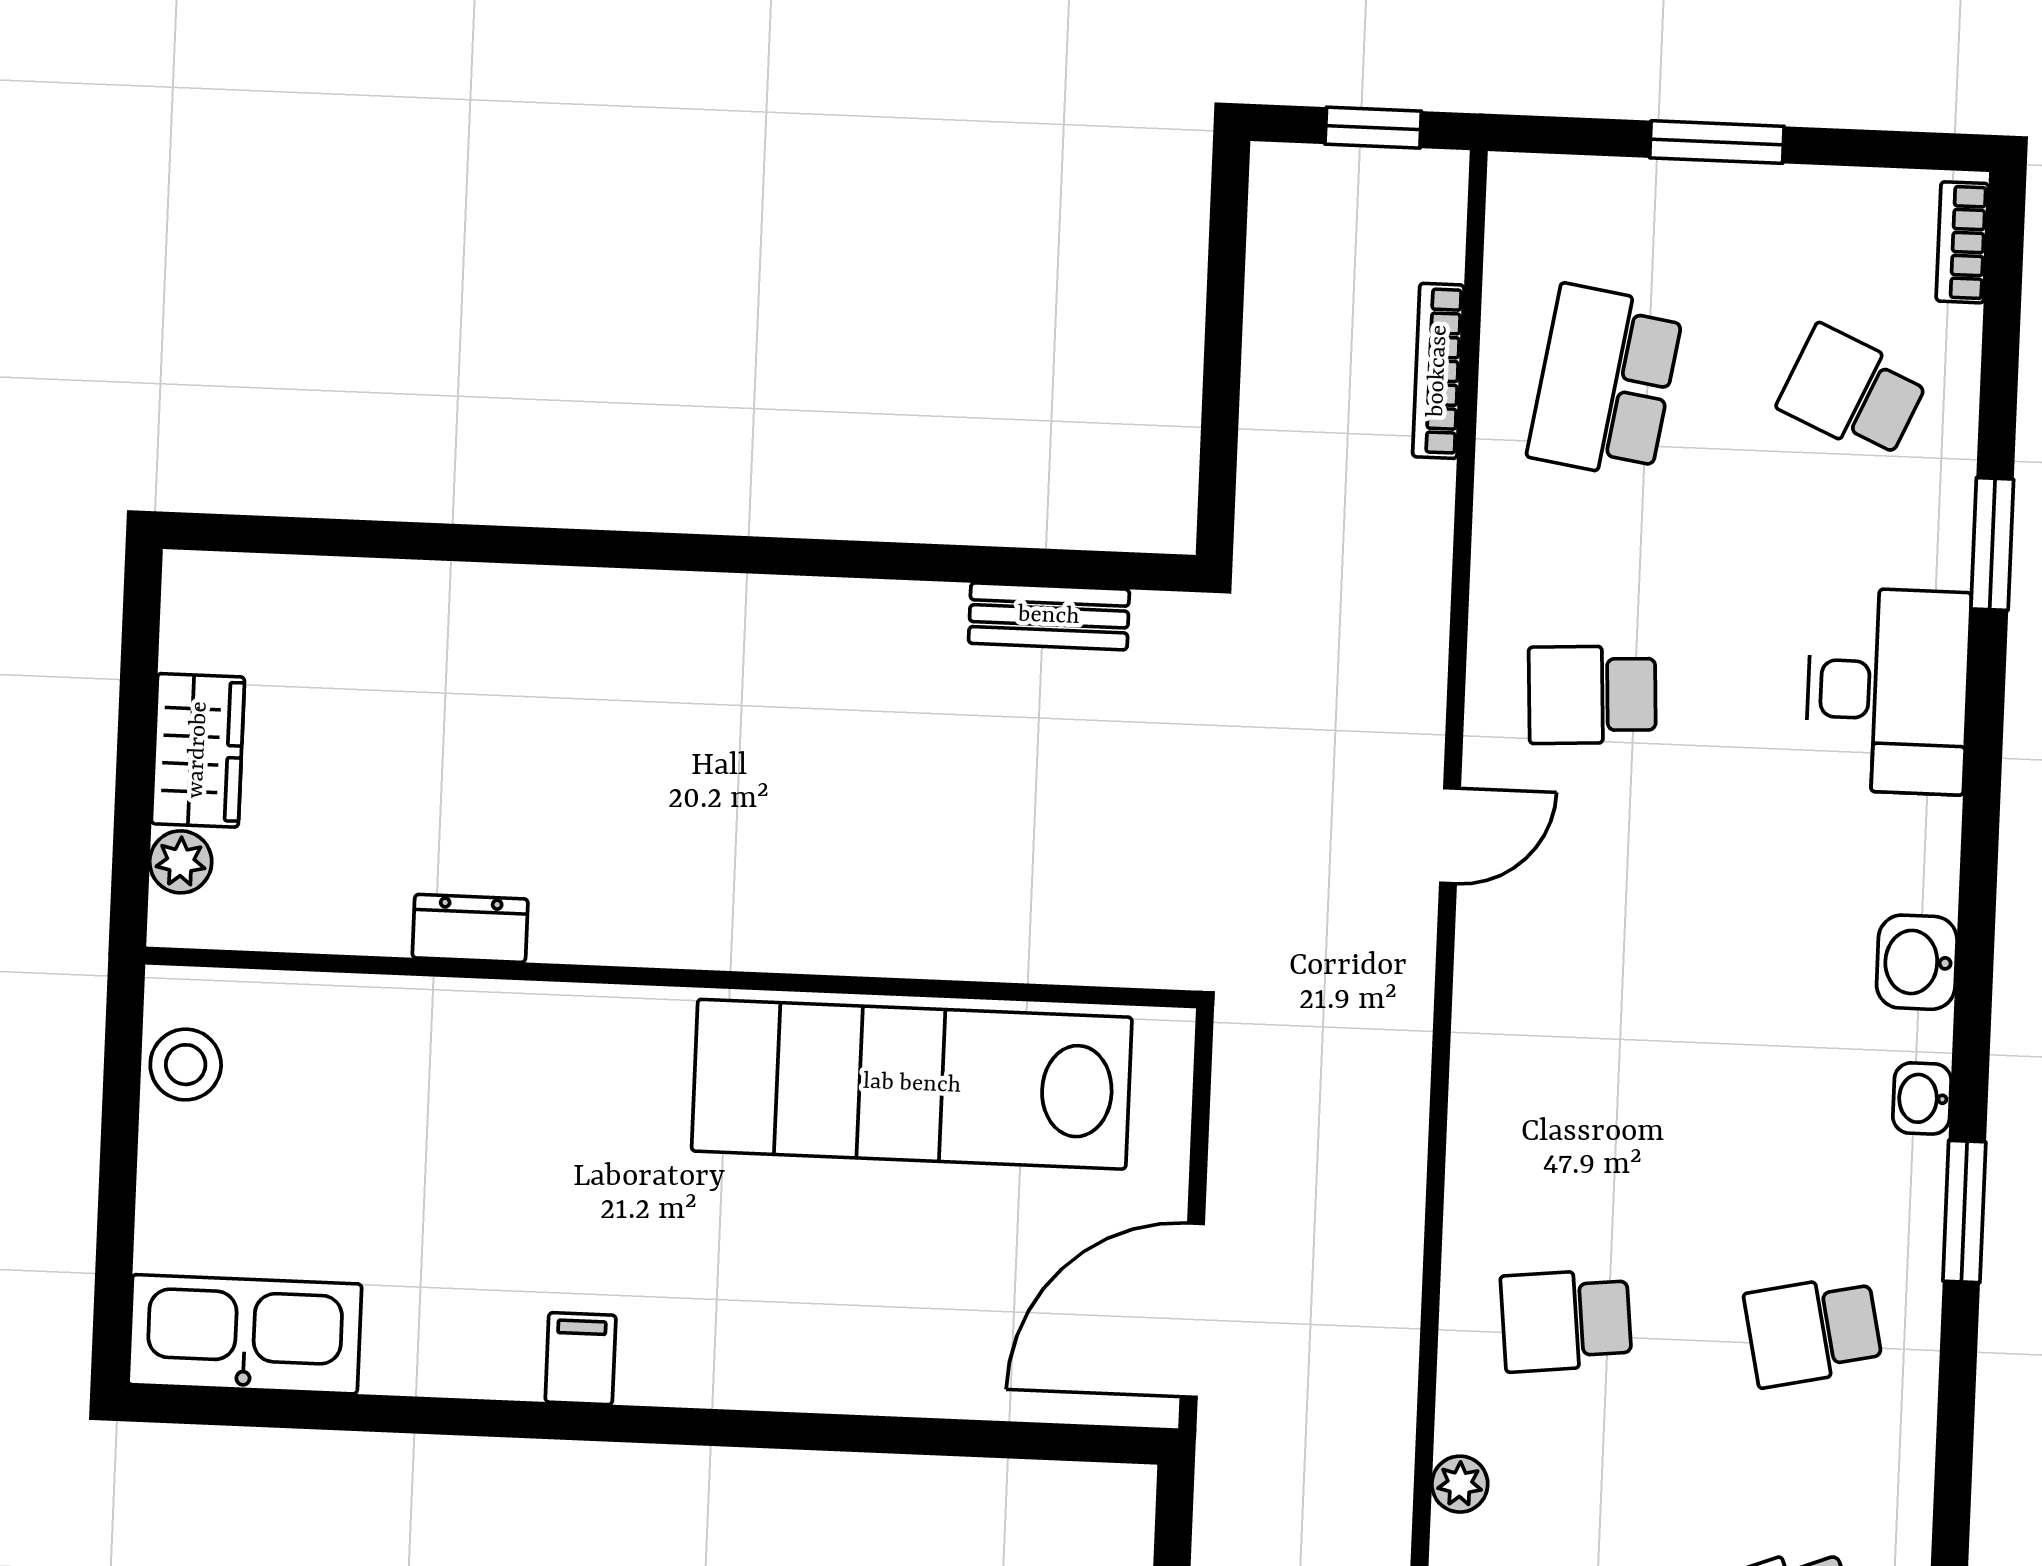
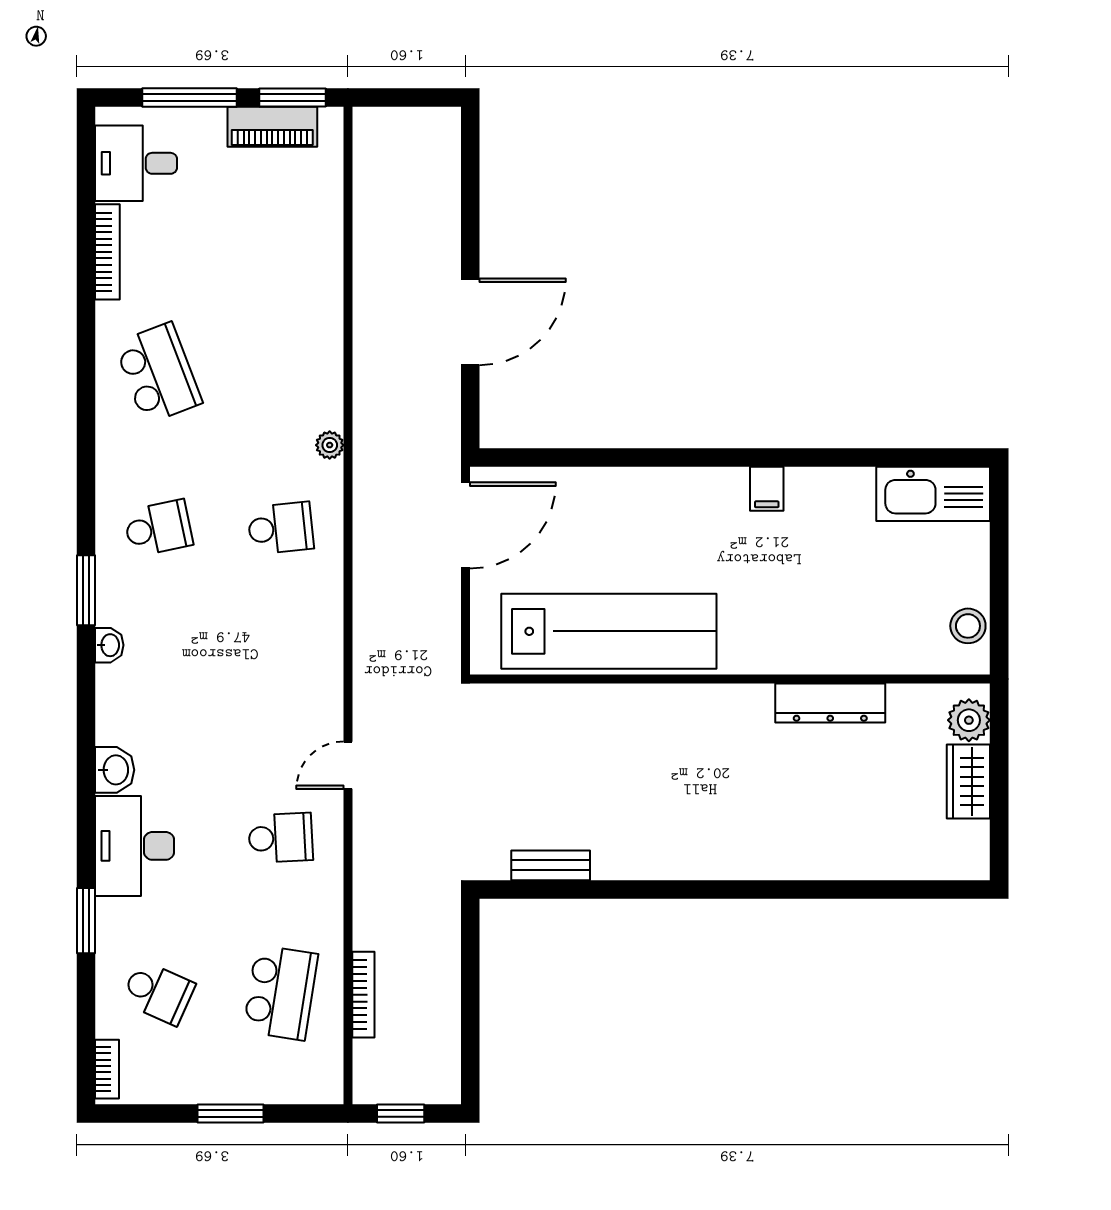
plant: (181, 862) -> (969, 720), width x1.38, depth x1.38
dresser: (470, 928) -> (830, 703), width x1.96, depth x1.24
washbasin: (1917, 962) -> (115, 770), moved

